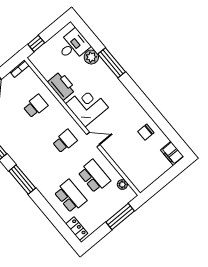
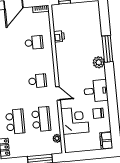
desk: (73, 45) -> (96, 91), moved
plant: (91, 57) -> (99, 62), moved
printer: (62, 86) -> (59, 36), width x0.53, depth x0.68
corner desk: (87, 106) -> (75, 120), moved

